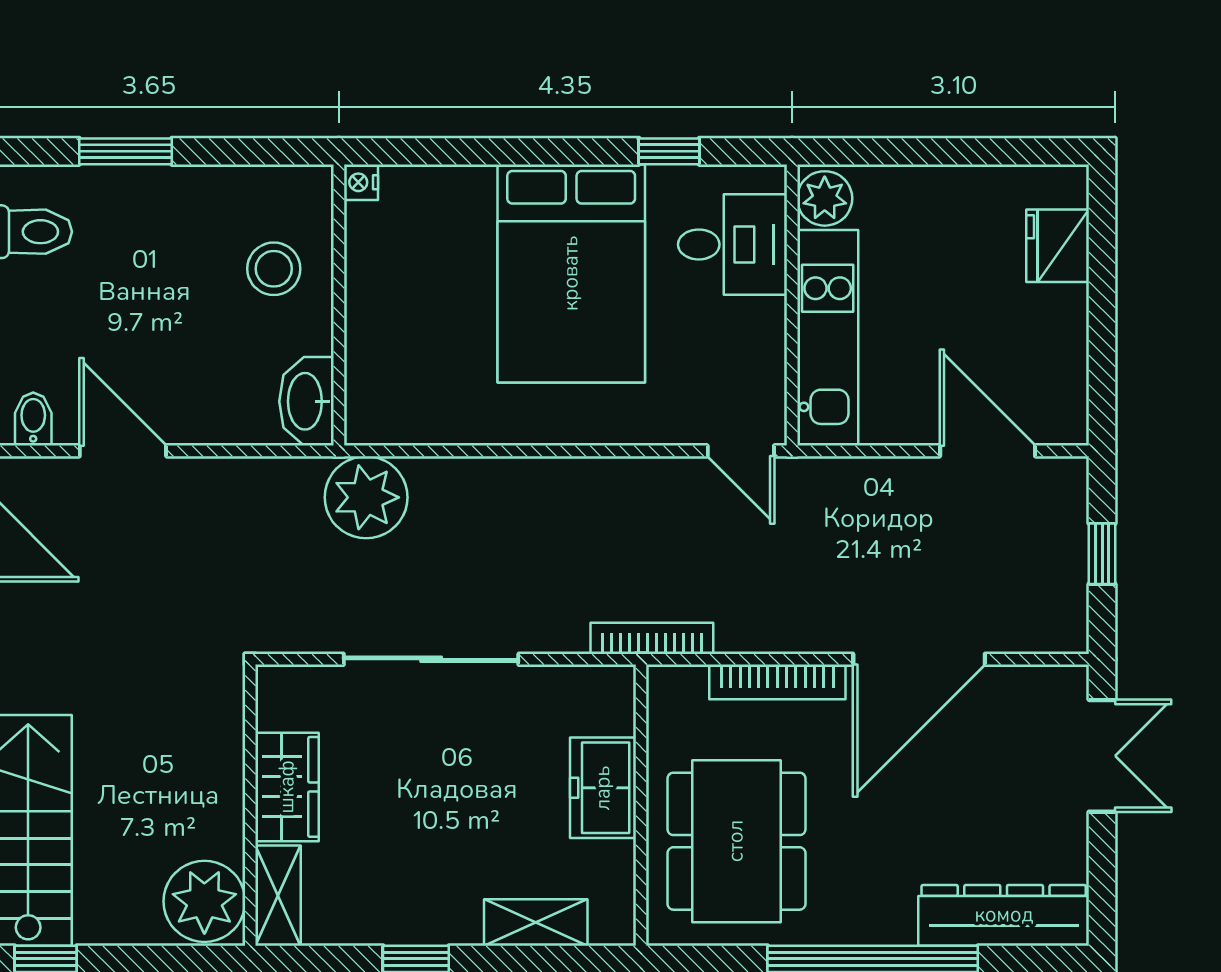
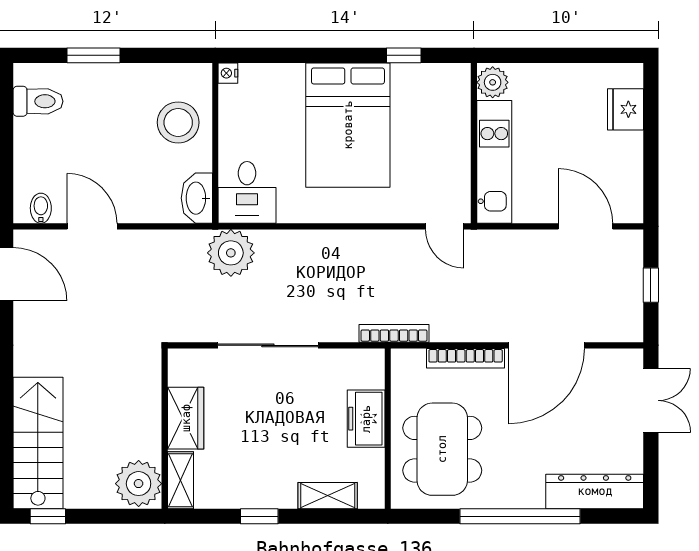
desk: (732, 244) -> (247, 192), moved, turned 90
stool: (274, 269) -> (178, 122), width x1.38, depth x1.38

